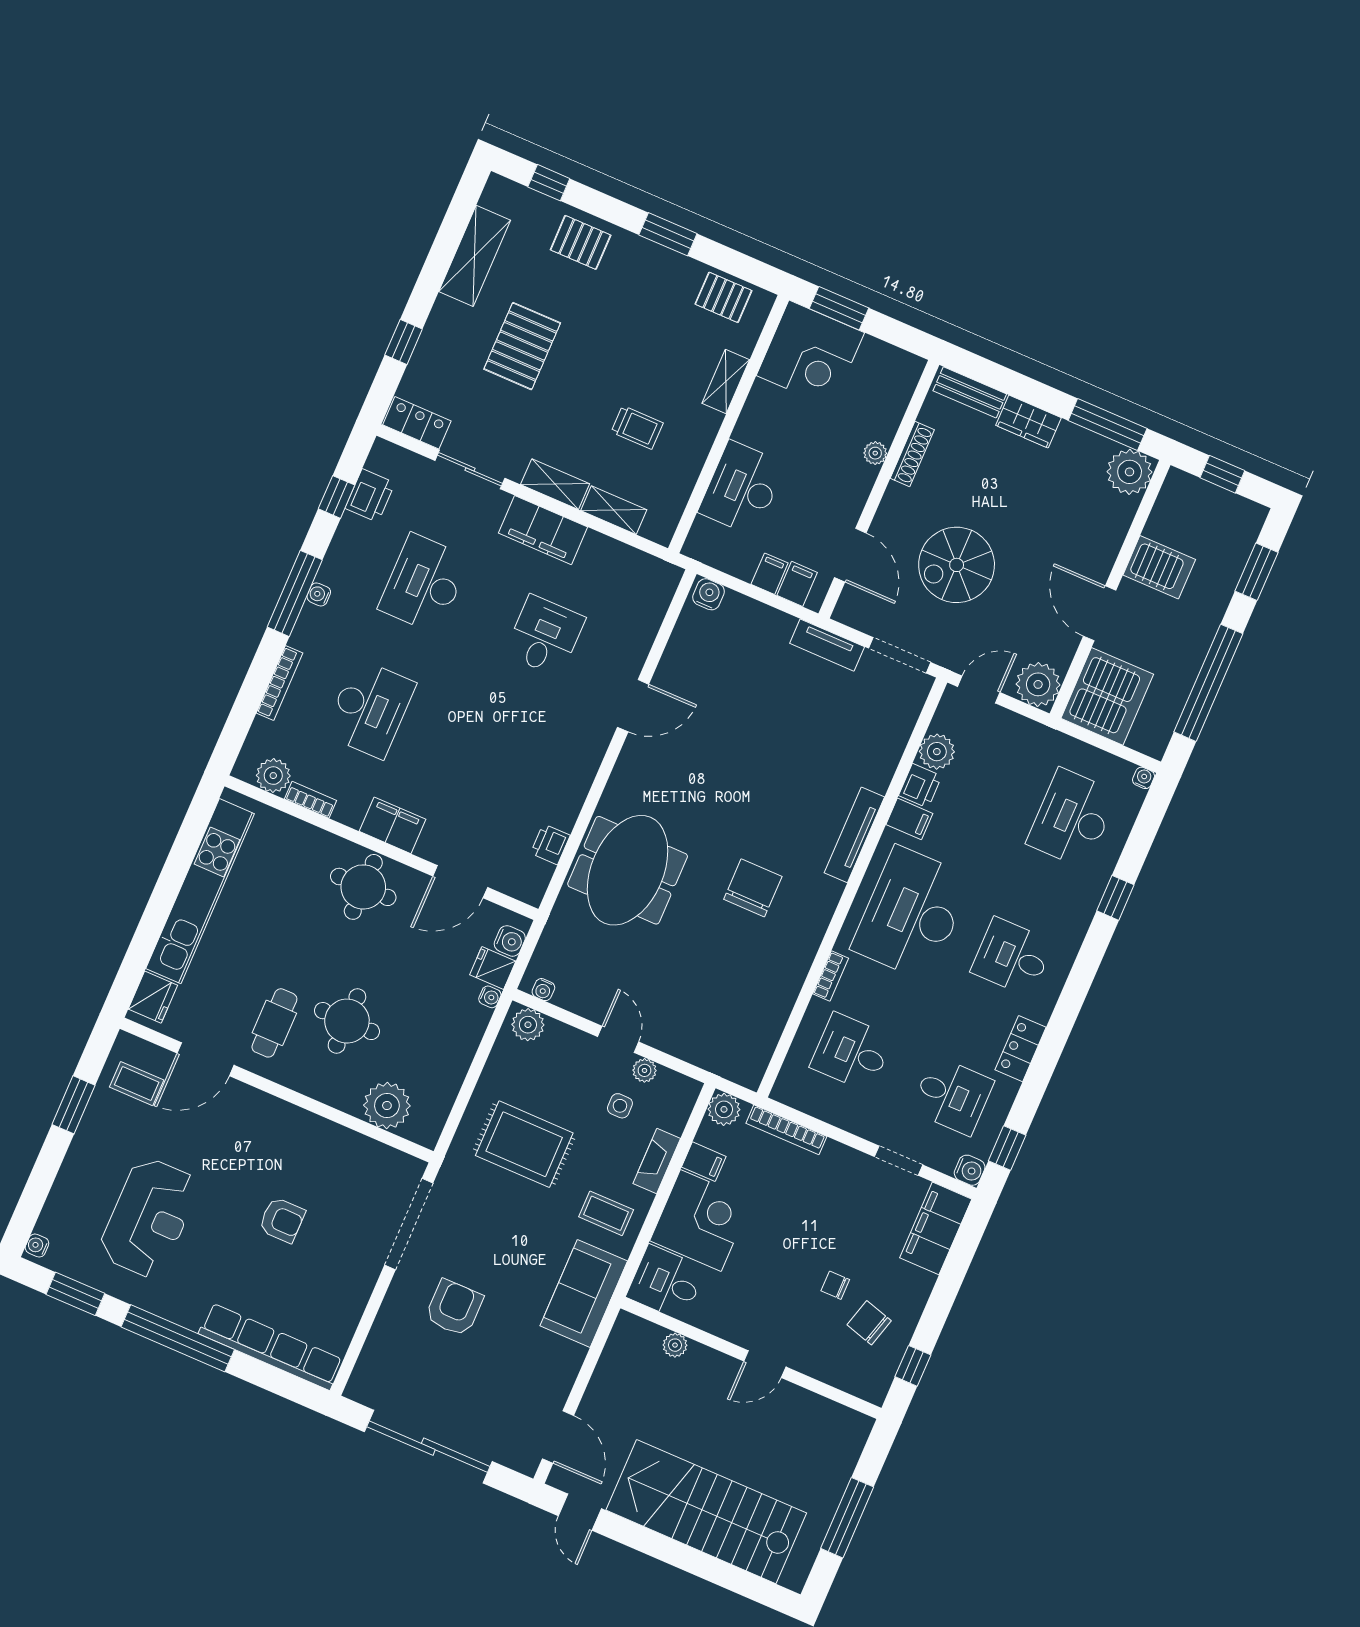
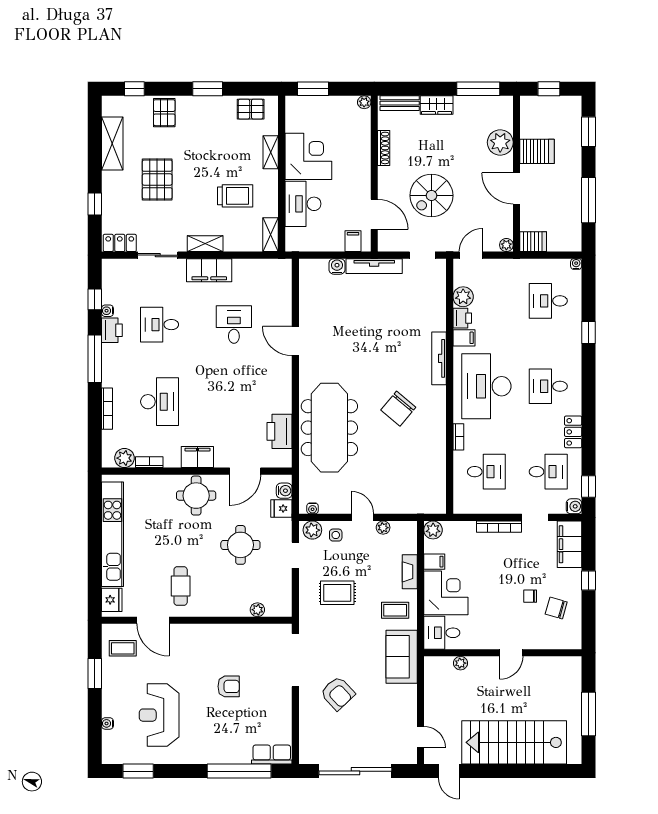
pallet: (581, 242) -> (164, 113), turned 90
corner desk: (810, 354) -> (308, 156), moved, turned -90
trolley: (637, 427) -> (235, 196), width x1.36, depth x1.39
plant: (875, 453) -> (364, 102), moved
plant: (1130, 472) -> (500, 142), moved
printer: (370, 496) -> (112, 330), moved
shelving: (614, 510) -> (270, 235), moved, turned 90
filing cabinet: (770, 574) -> (336, 242), removed
desk: (424, 583) -> (160, 325), width x0.73
water cooler: (319, 594) -> (107, 311), moved
water cooler: (709, 594) -> (337, 266), moved
tv unit: (827, 645) -> (374, 266), width x1.41
doorway: (900, 655) -> (422, 255), width x0.73
window: (1208, 683) -> (588, 200), width x0.68
plant: (1038, 684) -> (506, 245), width x0.53, depth x0.53
server rack: (1107, 696) -> (533, 242), width x0.46, depth x0.70
door: (633, 706) -> (295, 341), swing flipped
desk: (1072, 818) -> (548, 301), width x0.73
printer: (550, 844) -> (280, 431), width x1.87, depth x1.48
meeting table: (628, 870) -> (329, 428), width x1.36
chair: (753, 888) -> (398, 409), turned -140
water cooler: (490, 997) -> (286, 524), removed
round table: (347, 1021) -> (240, 545), moved
desk: (852, 1052) -> (486, 472), turned 180
doorway: (483, 1054) -> (295, 555), added
door: (205, 1059) -> (153, 620), hinge flipped
plant: (387, 1106) -> (257, 610), width x0.53, depth x0.53
side table: (620, 1106) -> (336, 535), moved
bookcase: (786, 1130) -> (499, 527), moved
rug: (524, 1144) -> (337, 593), width x0.73, depth x0.70
reception desk: (149, 1218) -> (159, 715), turned 180
water cooler: (37, 1246) -> (107, 723), moved
armchair: (454, 1308) -> (338, 693), turned 137
window: (178, 1338) -> (239, 771), moved
row of seats: (271, 1347) -> (272, 755), width x0.50
window: (913, 1366) -> (588, 580), moved
door: (558, 1437) -> (420, 737), width x0.73

